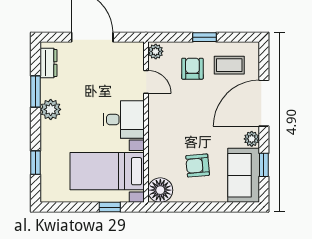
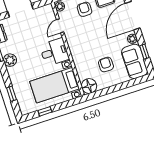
door: (146, 82) -> (60, 26), swing flipped
armchair: (198, 165) -> (106, 65), turned 95
window: (110, 207) -> (45, 111), moved

